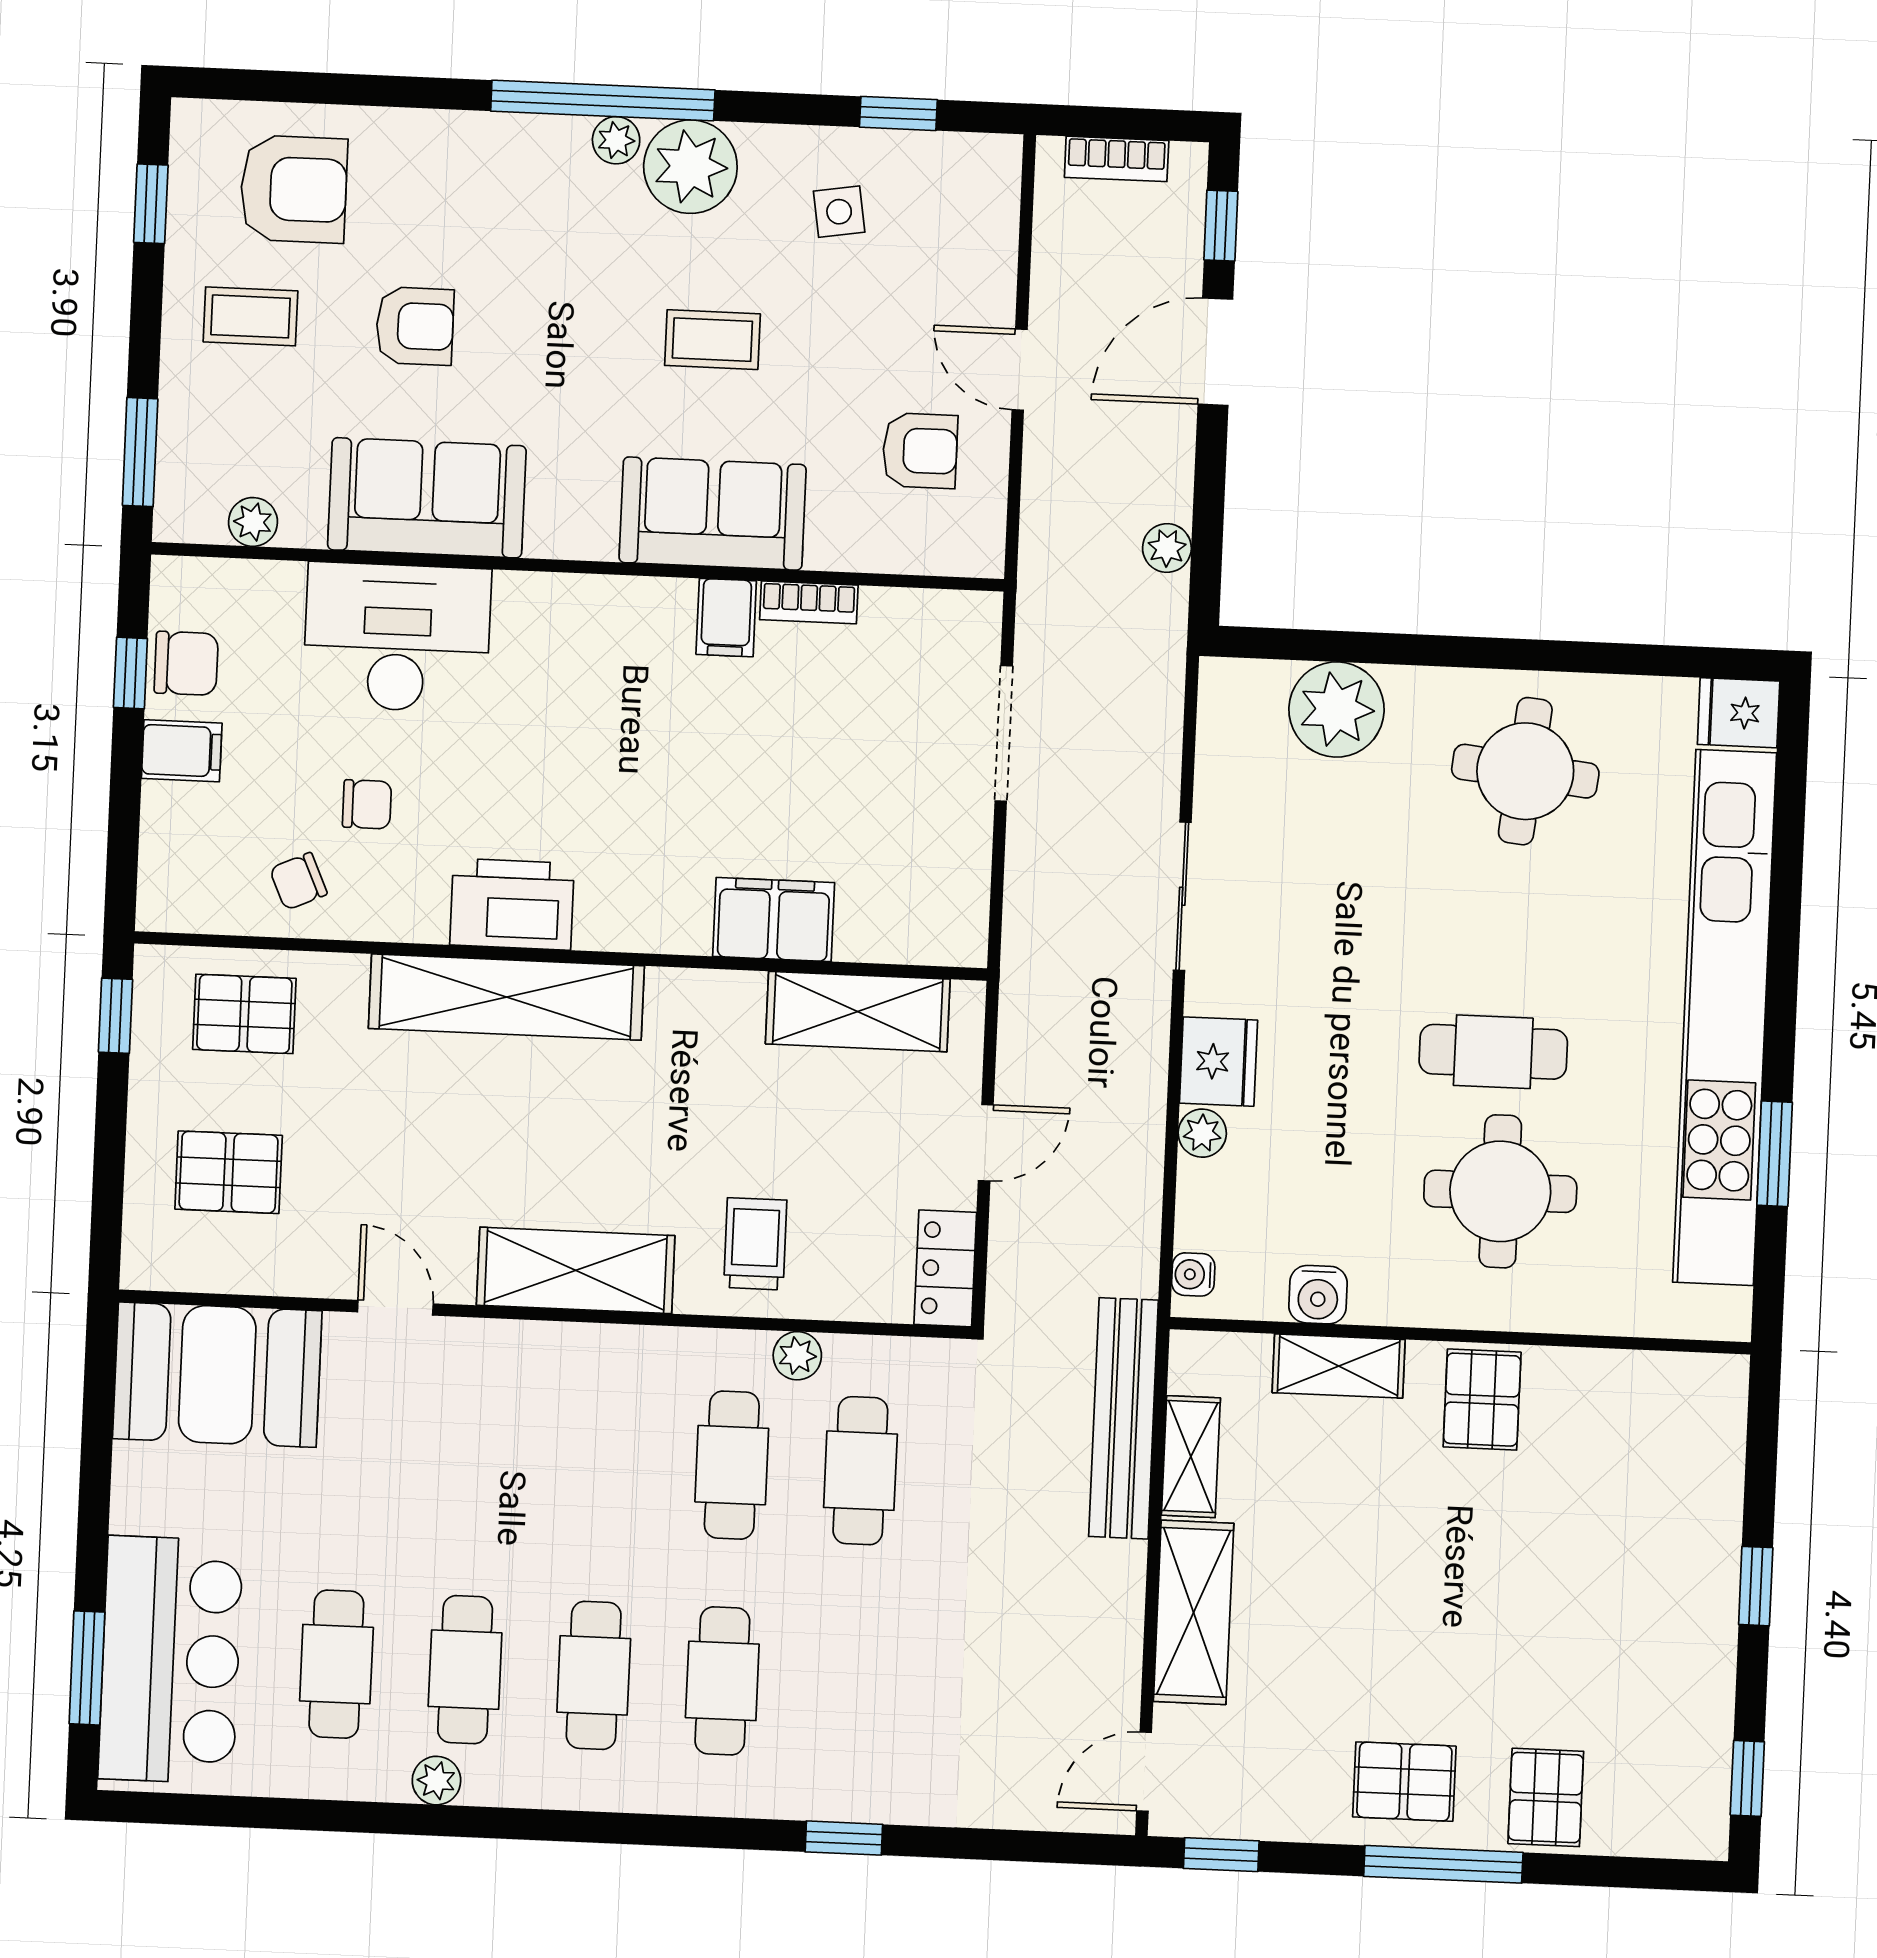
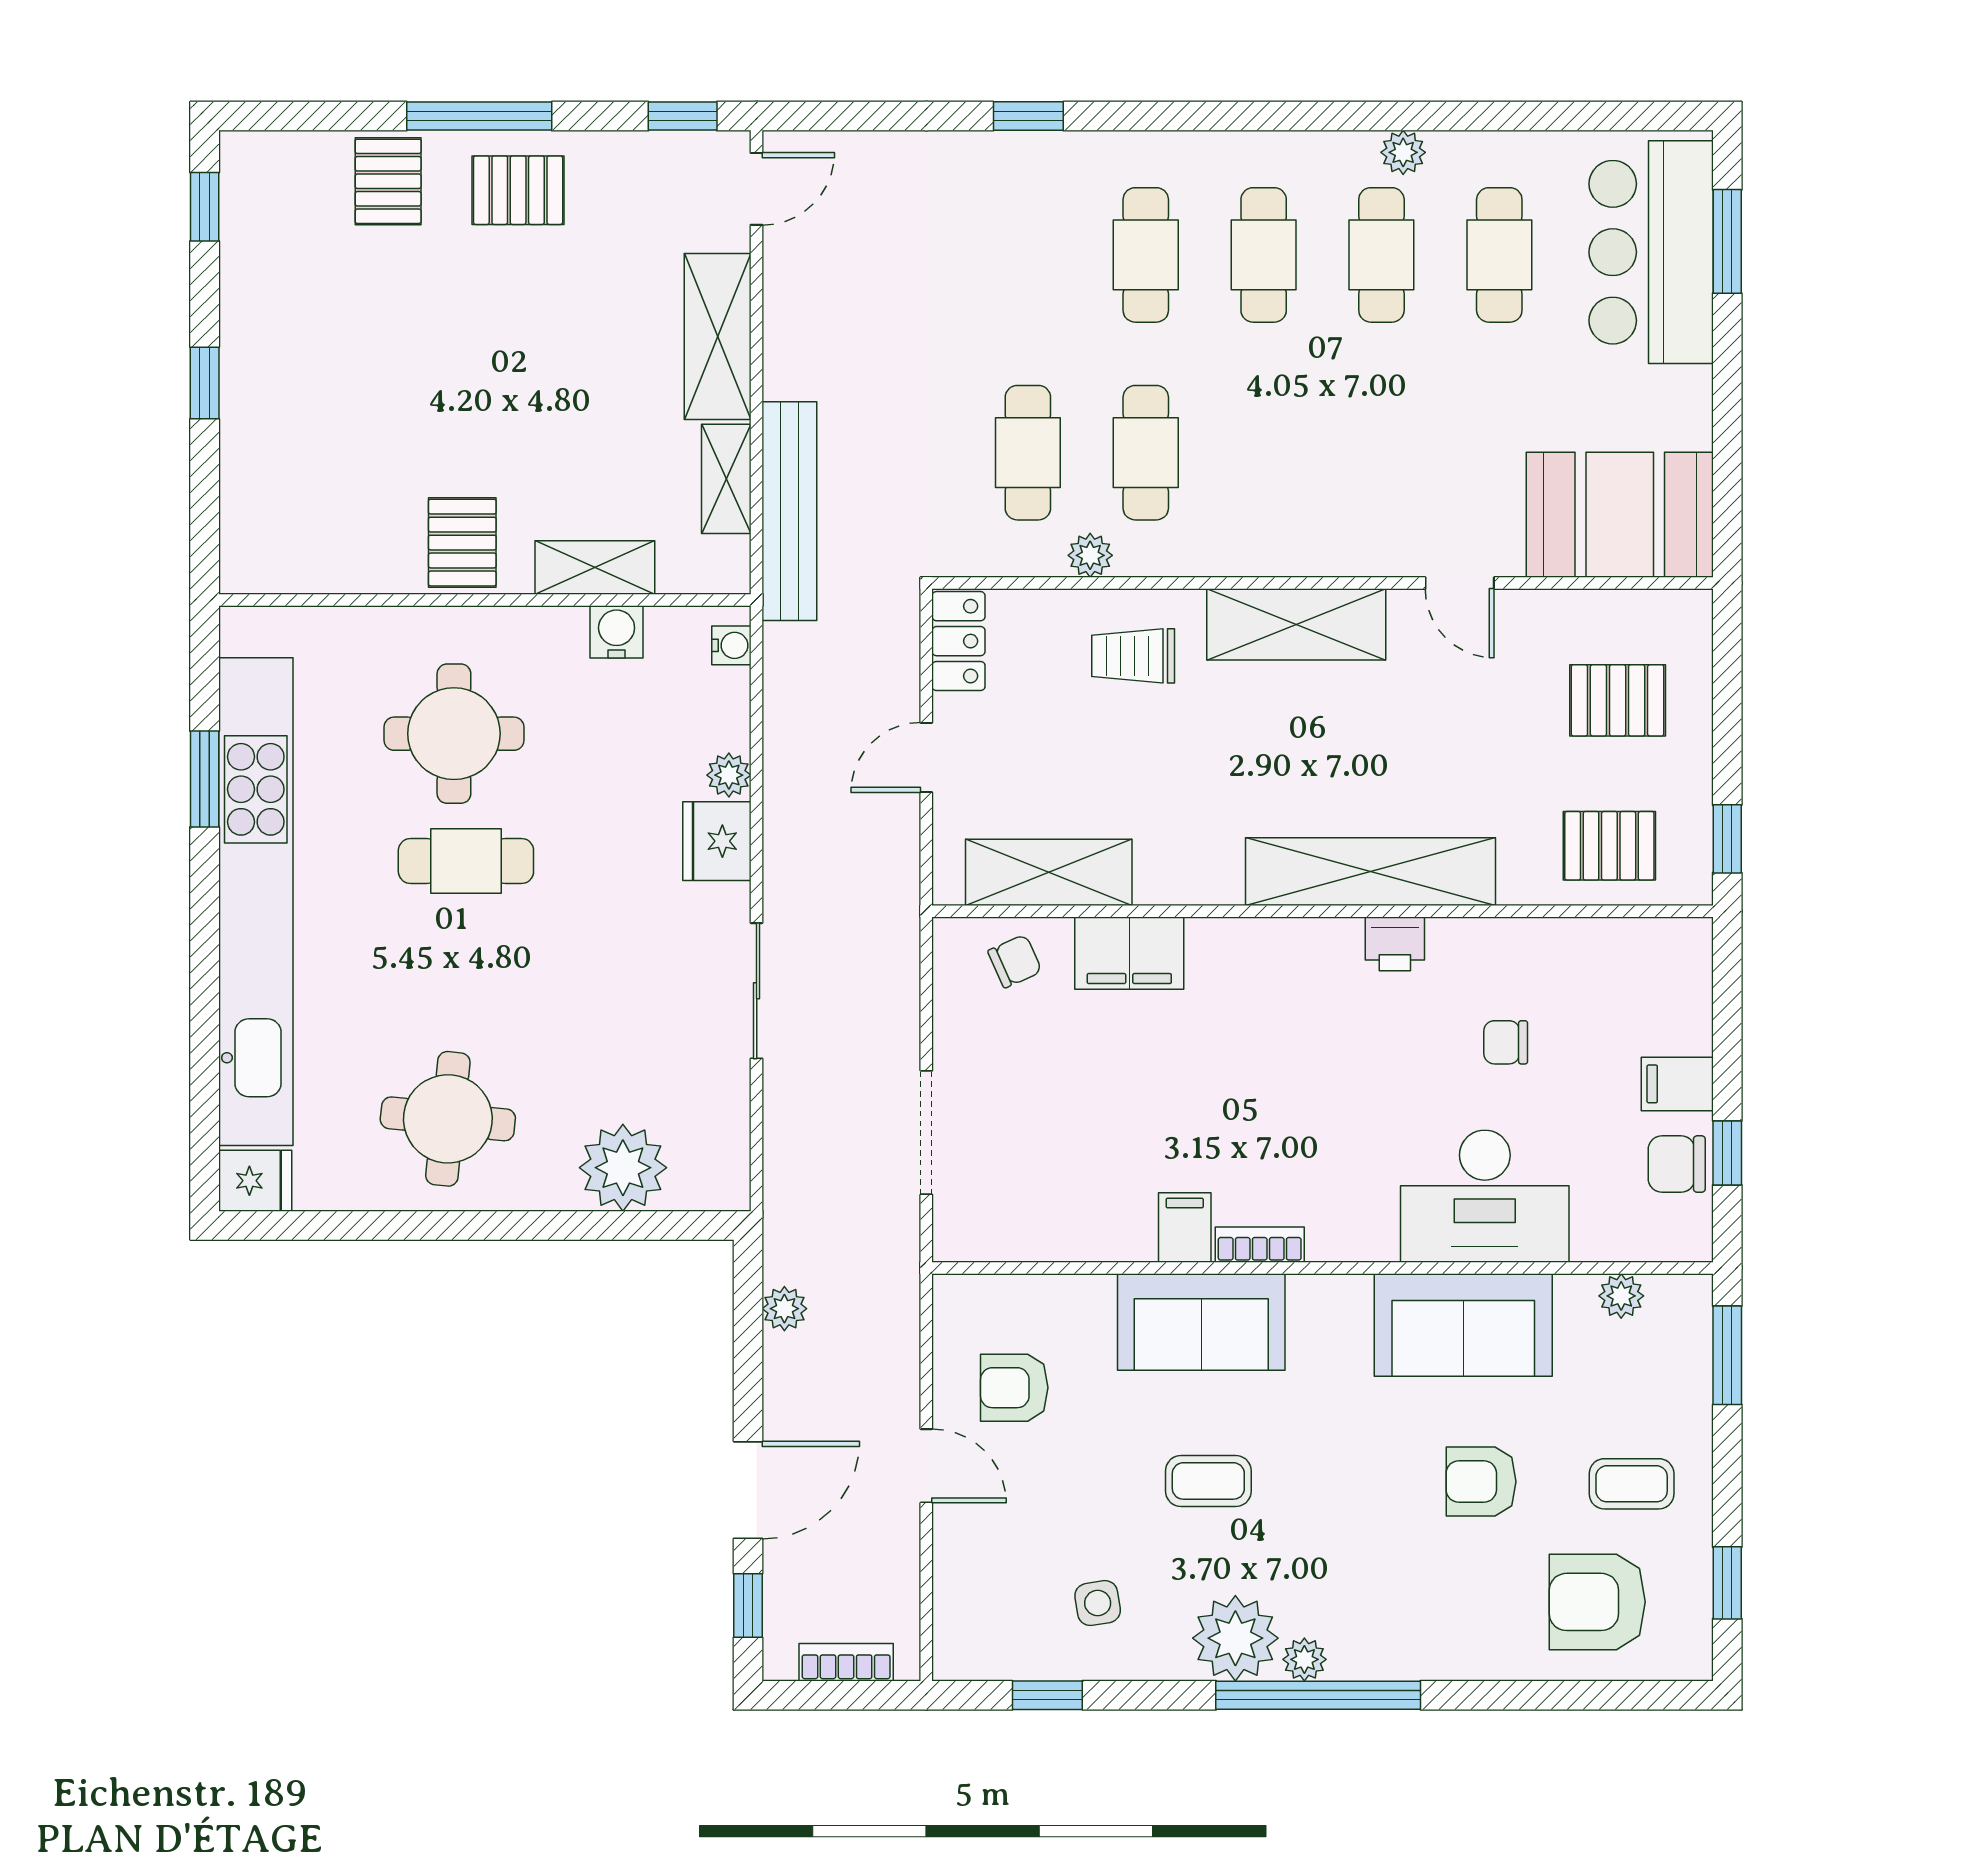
bookcase: (809, 602) -> (1260, 1245), moved
chair: (298, 881) -> (1015, 961), moved
printer: (512, 904) -> (1395, 944), width x0.53, depth x0.68
trolley: (755, 1244) -> (1133, 656), turned 90

